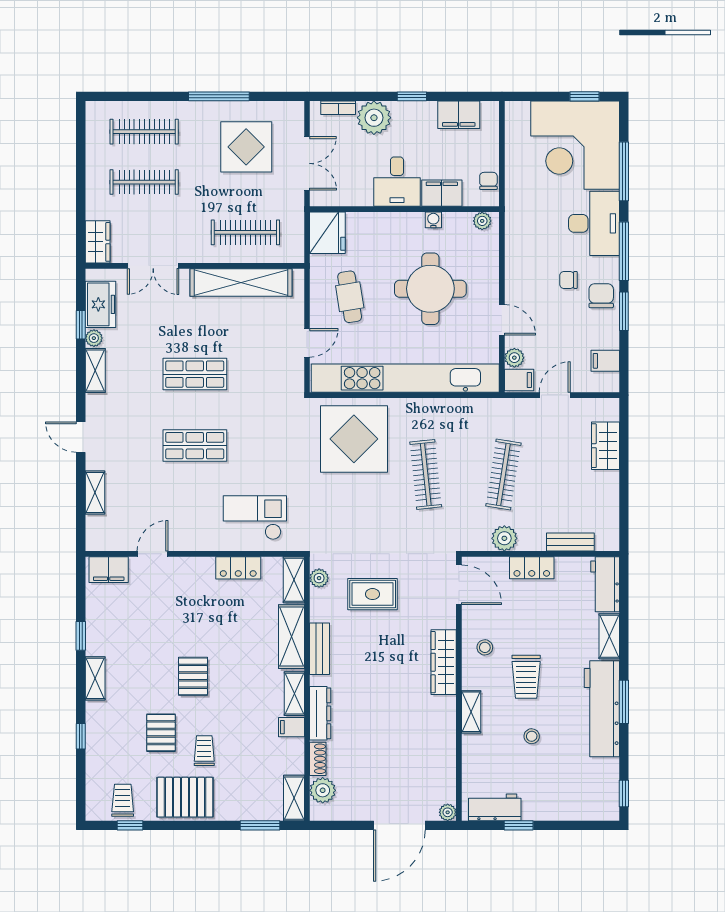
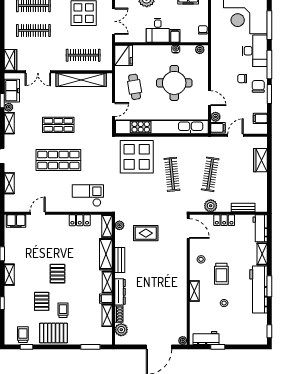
filing cabinet: (442, 193) -> (175, 36), width x0.50
shop shelf: (195, 446) -> (58, 160), width x1.43, depth x1.36
wardrobe: (444, 662) -> (181, 267), removed
shelving: (294, 798) -> (107, 315), moved

